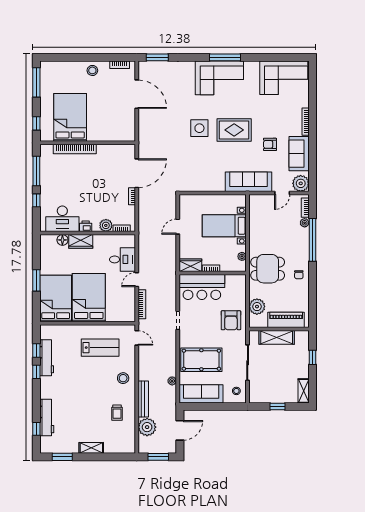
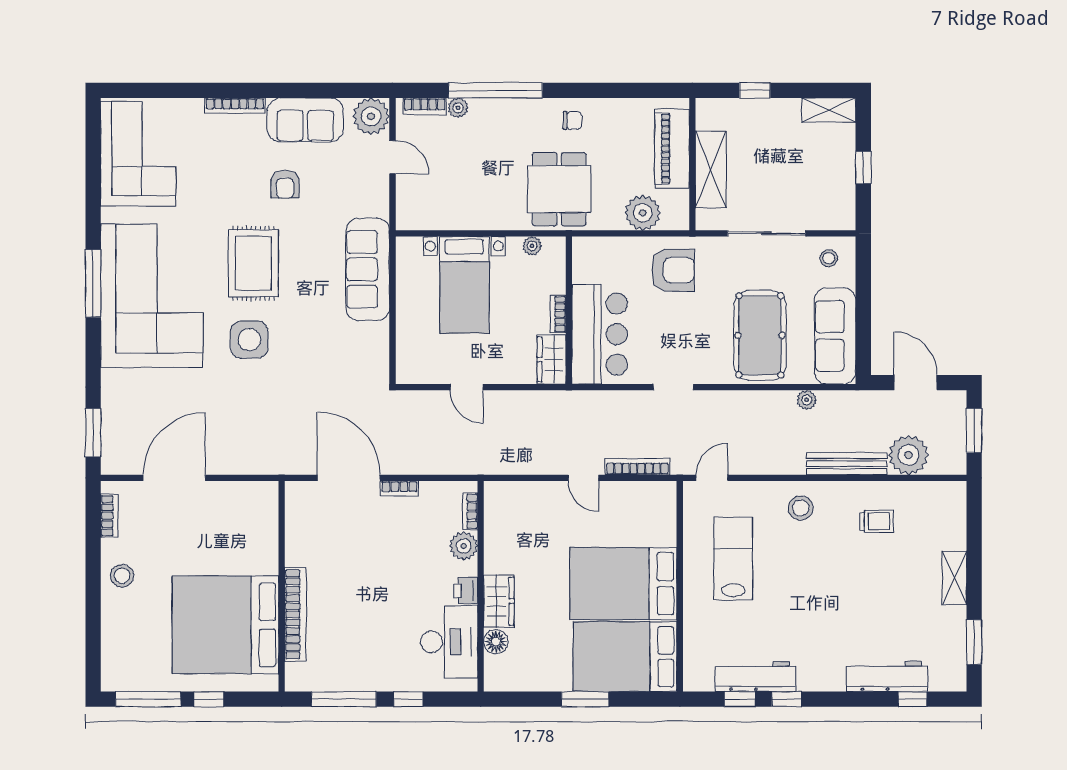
corner sofa: (219, 78) -> (152, 296), width x1.36, depth x1.36
bed: (70, 117) -> (225, 625), width x1.36
window: (36, 123) -> (209, 699), moved
sofa: (249, 182) -> (368, 269), moved
desk: (123, 259) -> (539, 509), removed

